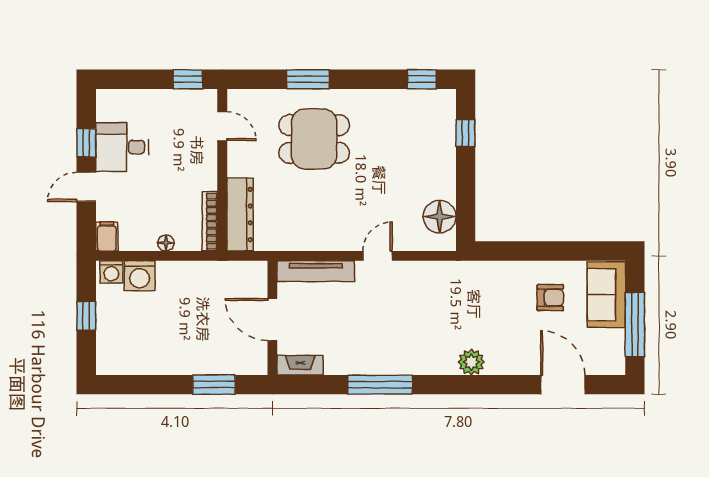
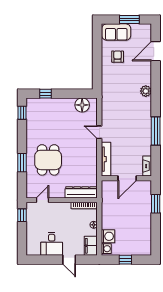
window: (86, 143) -> (50, 260), removed
filing cabinet: (107, 236) -> (91, 246), width x2.00
window: (635, 325) -> (129, 20), width x0.69

